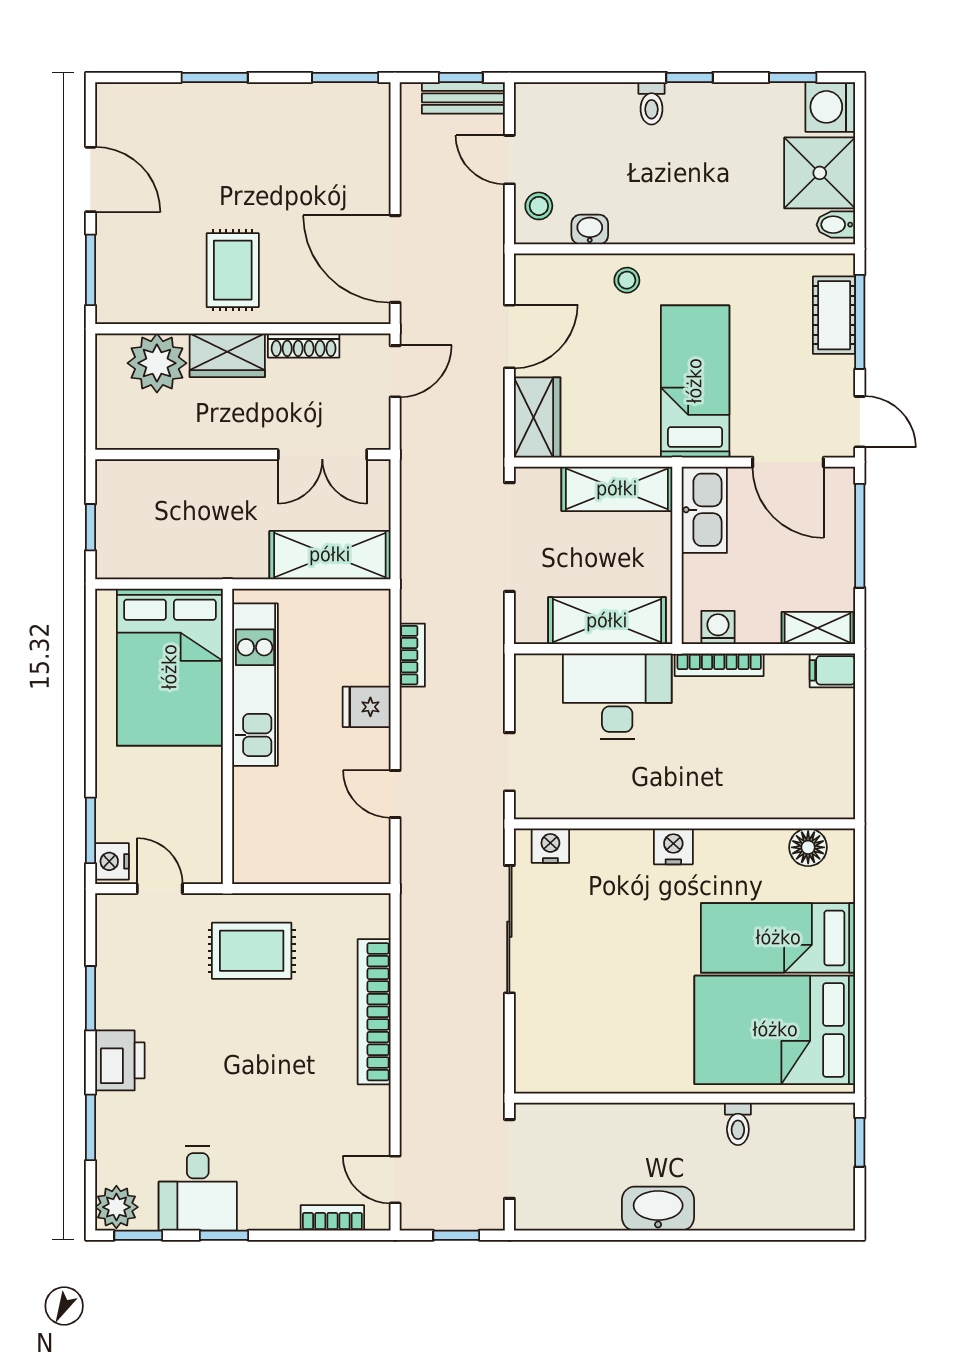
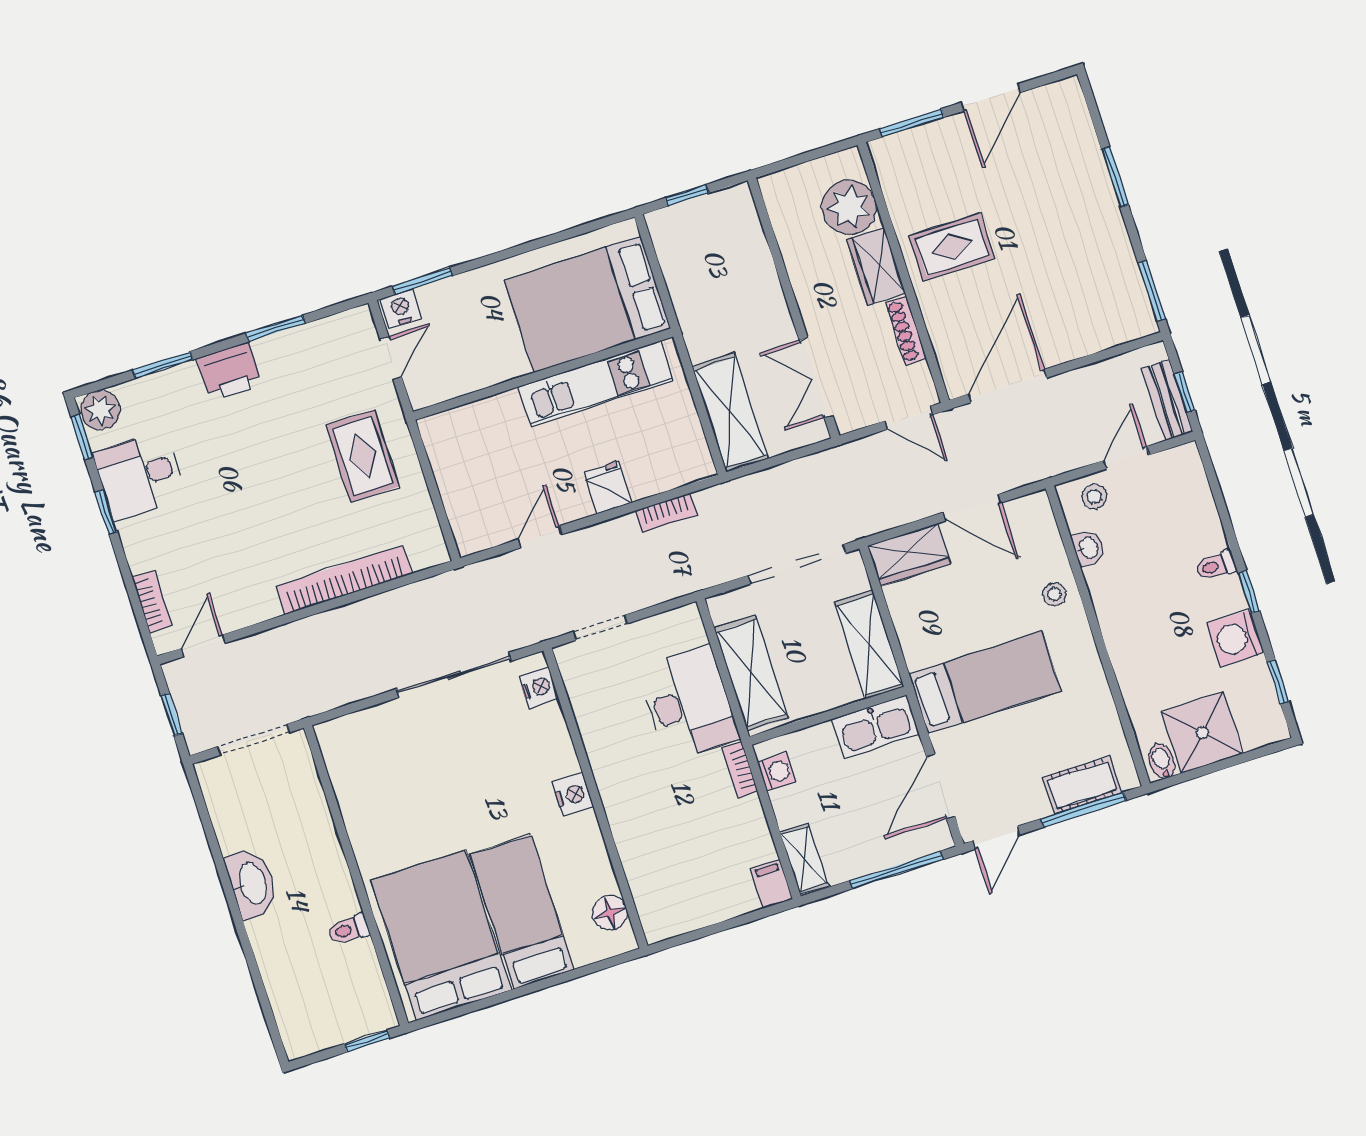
washing machine: (830, 107) -> (1235, 638), moved, turned -90
bookcase: (719, 665) -> (740, 769), width x0.64

